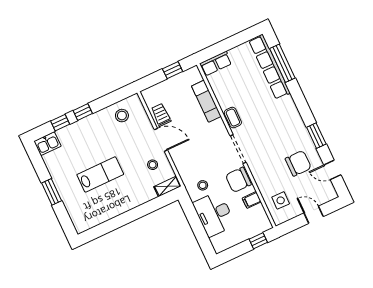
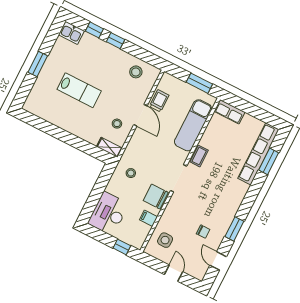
window: (282, 63) -> (269, 161), width x0.69
window: (173, 70) -> (199, 83), width x1.50
exam couch: (206, 101) -> (193, 125), width x1.36, depth x1.45
chair: (298, 163) -> (203, 232), width x0.54, depth x0.54
desk: (214, 214) -> (108, 214), moved

